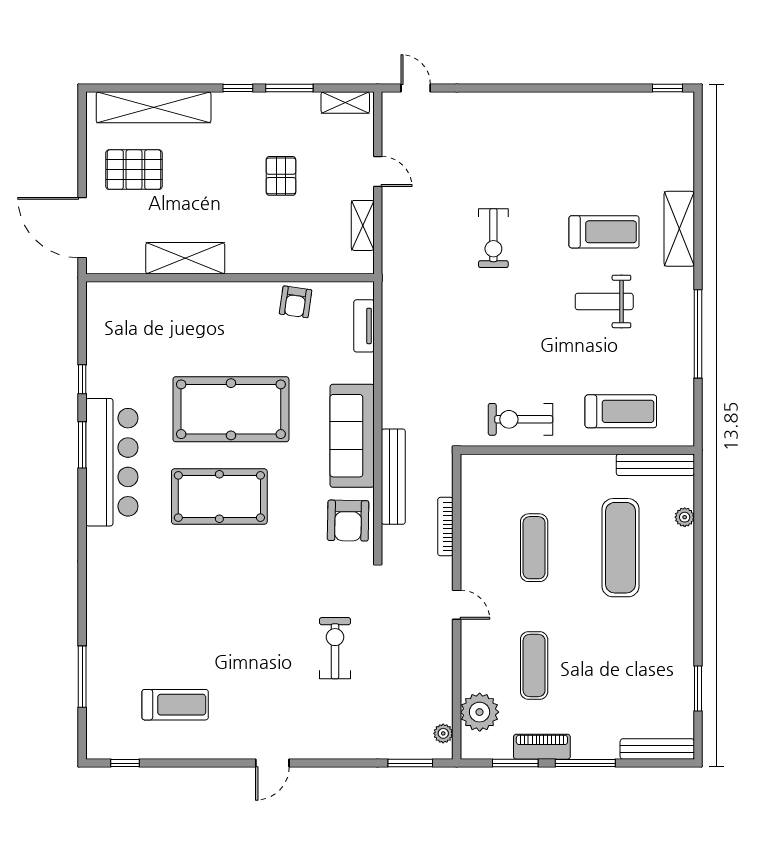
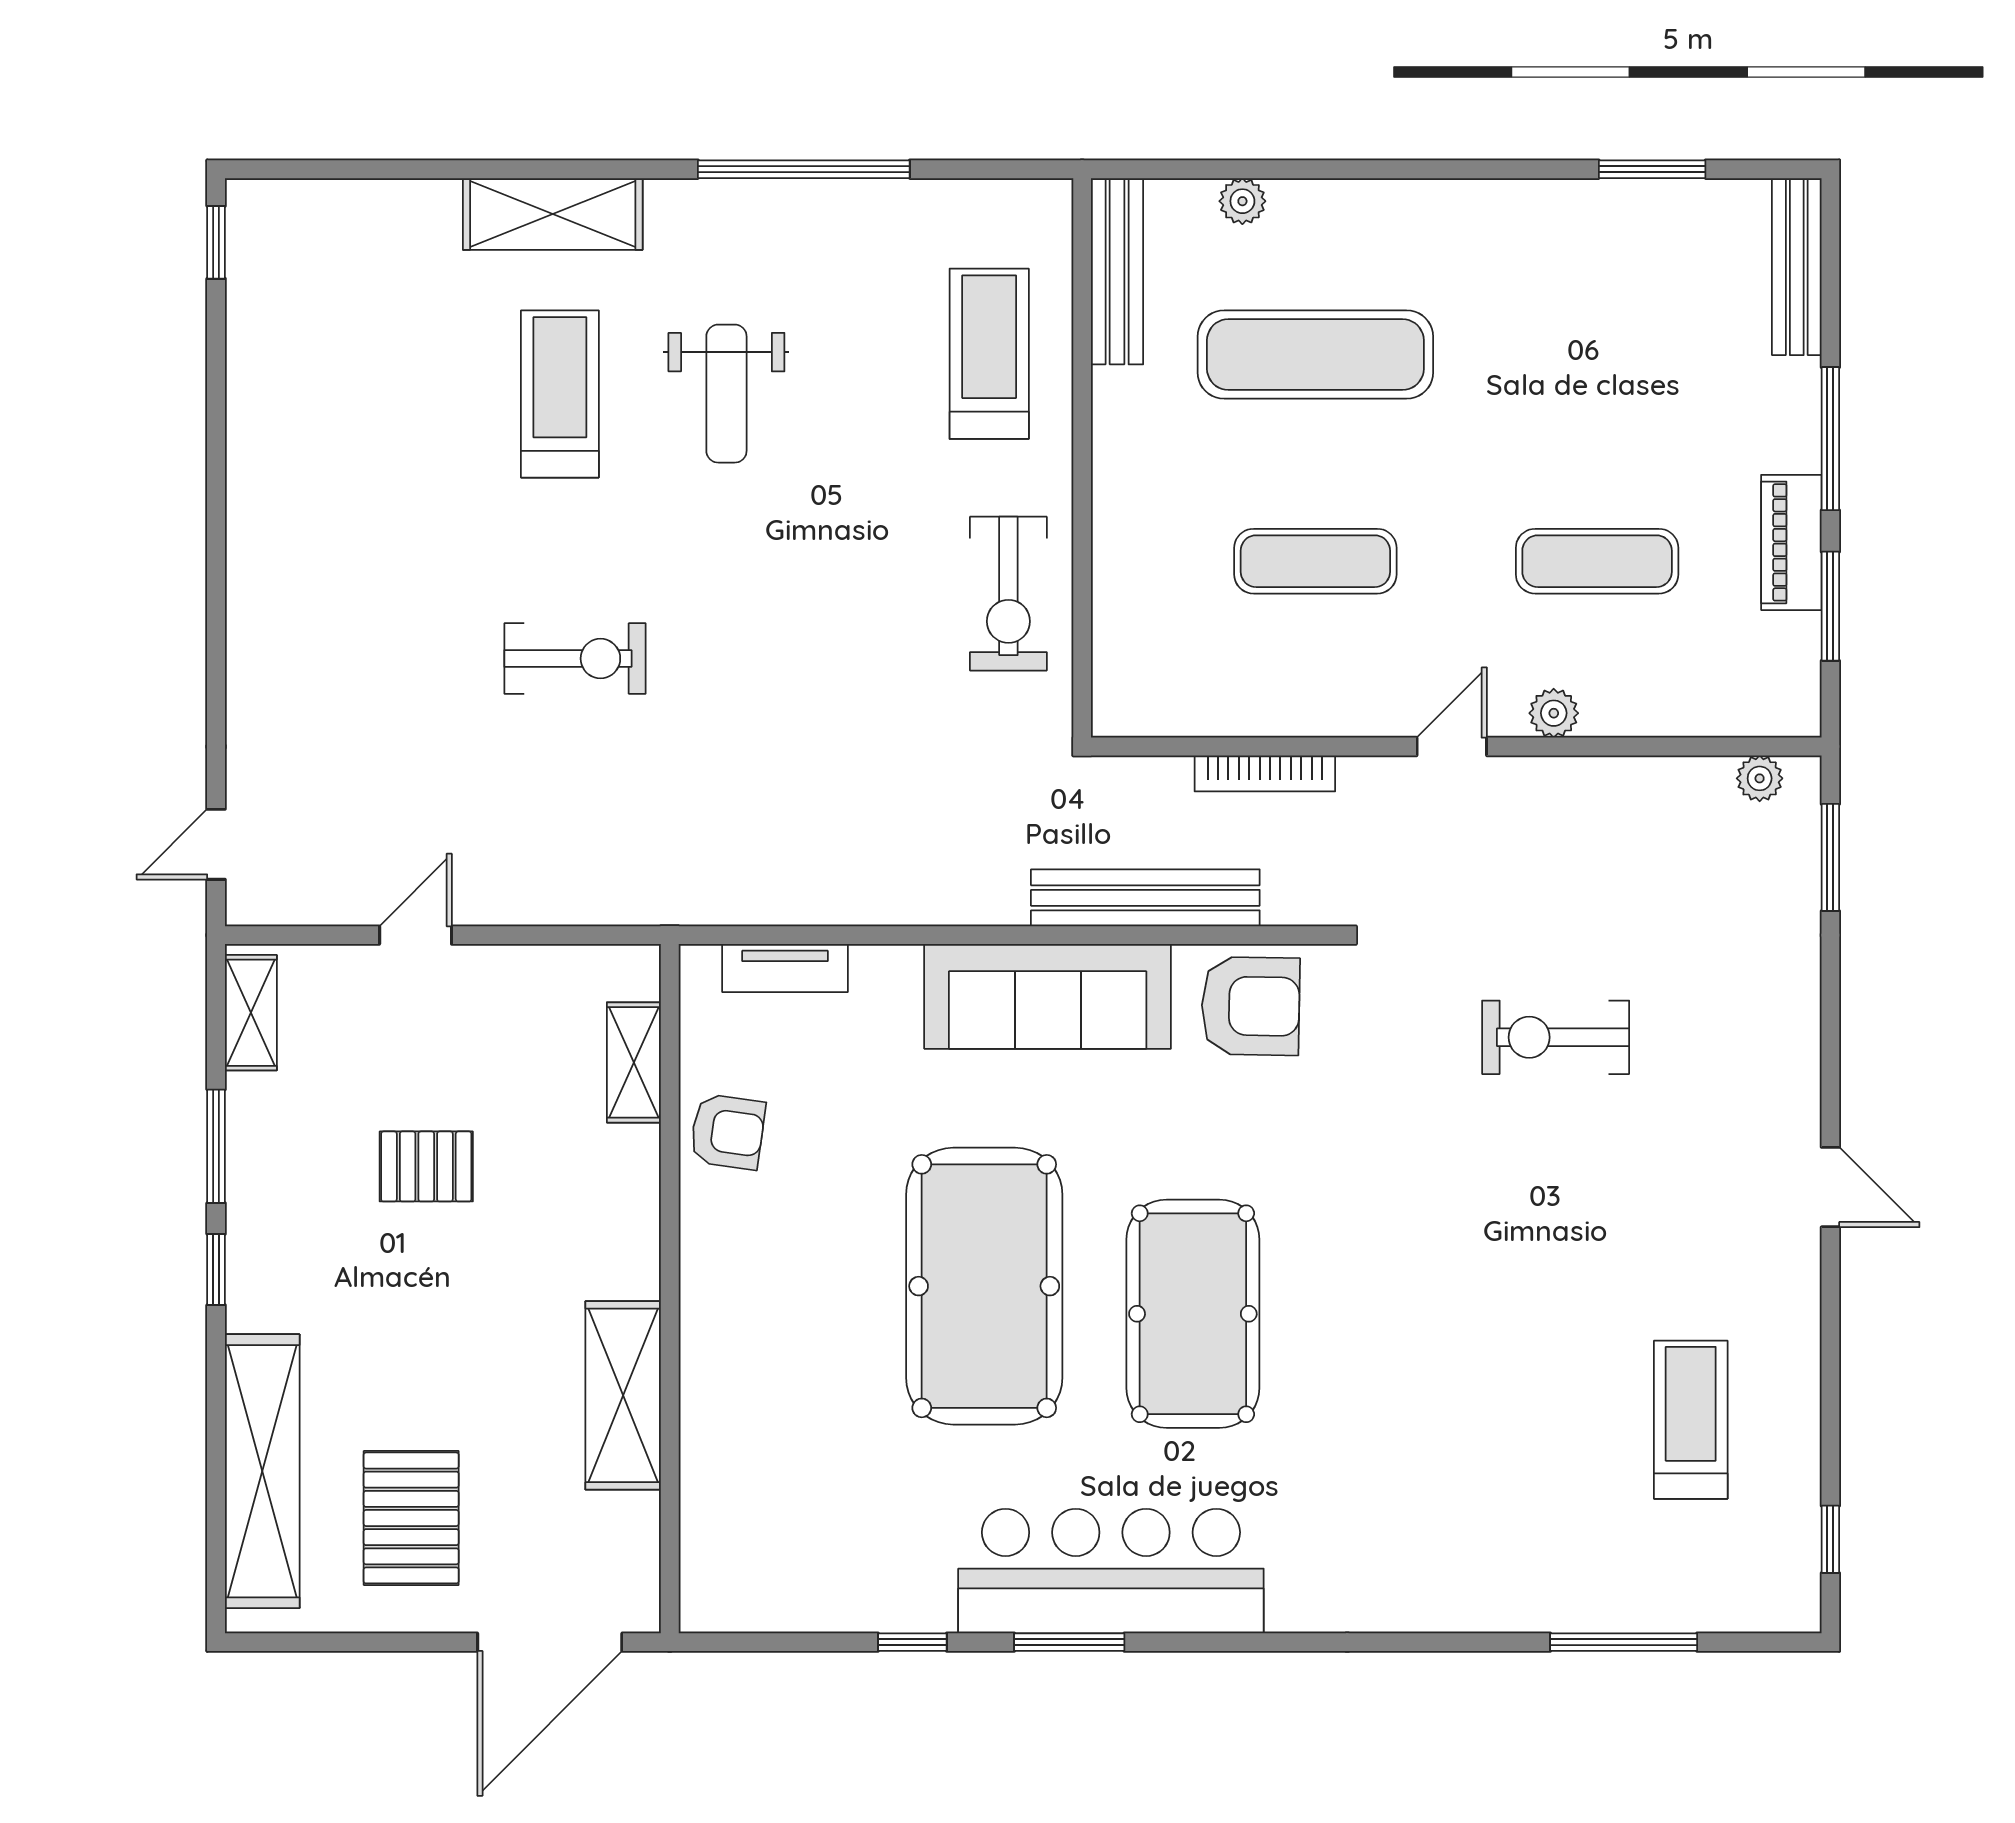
shelving: (363, 225) -> (634, 1062), moved, turned 90
plant: (480, 712) -> (1554, 713), moved, width x0.53, depth x0.53

